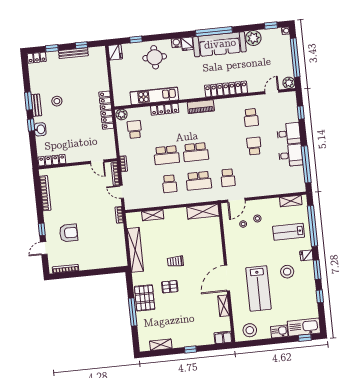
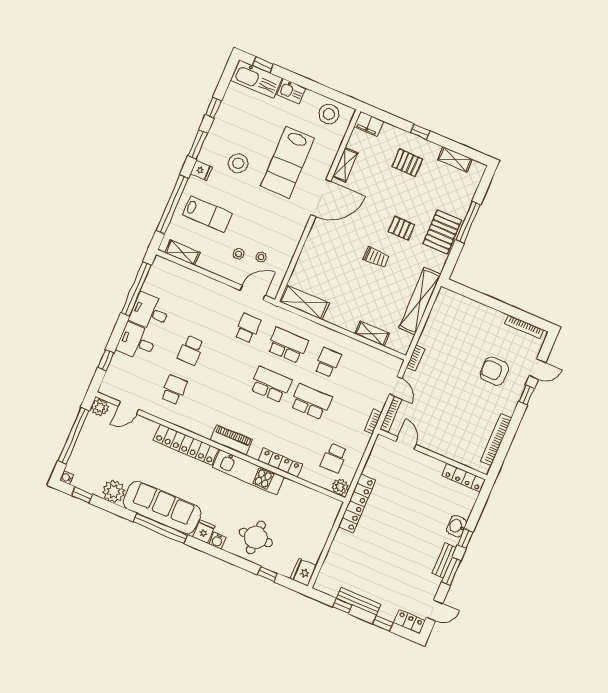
door: (26, 73) -> (435, 610), added
kitchen unit: (154, 96) -> (248, 472), moved
stool: (57, 101) -> (415, 551), removed
lab bench: (258, 288) -> (287, 162), turned 180
pallet: (188, 327) -> (407, 163), added

